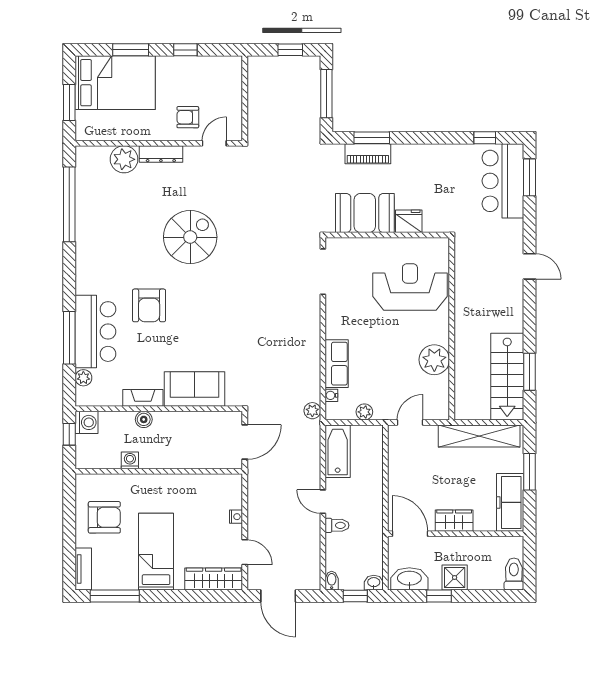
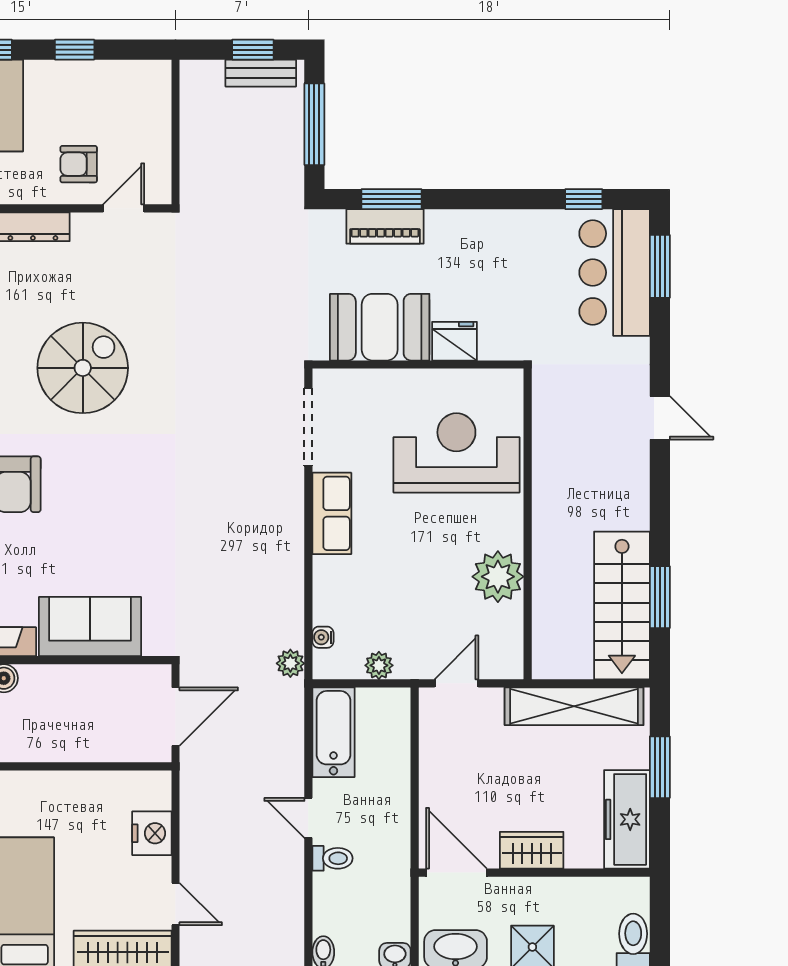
bench: (295, 64) -> (261, 73), added
row of seats: (337, 364) -> (332, 513), moved
nightstand: (236, 517) -> (152, 833), width x1.89, depth x1.79

